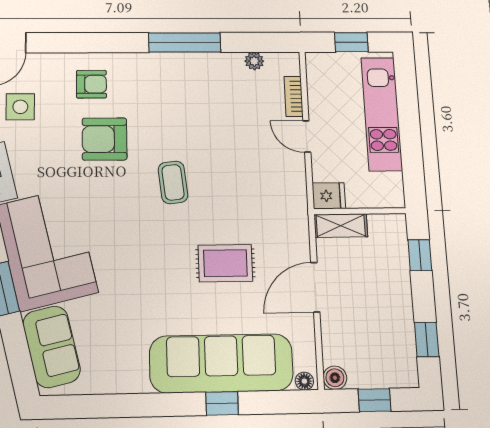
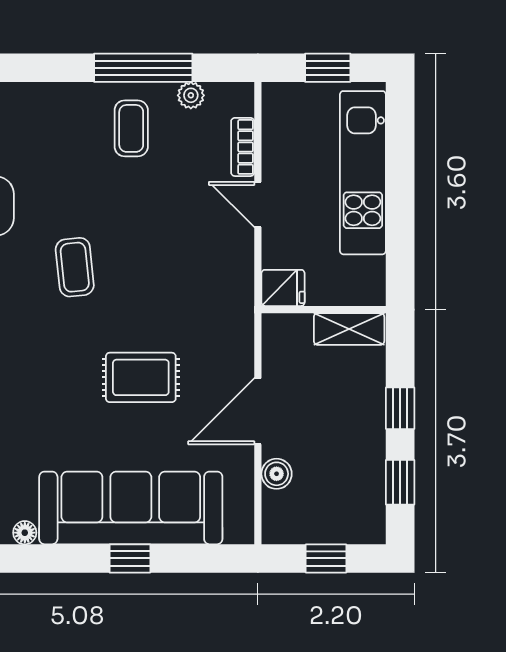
window: (185, 42) -> (143, 68), moved
coffee table: (212, 84) -> (131, 128), added
shelving: (341, 226) -> (349, 329), moved
window: (420, 255) -> (400, 408), moved
boiler: (335, 378) -> (277, 474), moved
floor lamp: (304, 381) -> (25, 533), moved

